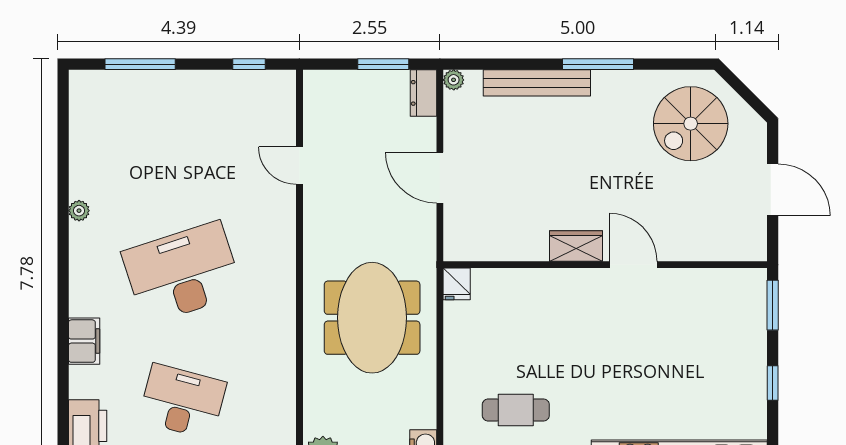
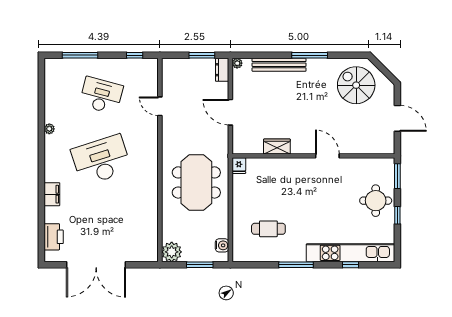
spiral stairs: (691, 124) -> (356, 85), turned 90
wardrobe: (576, 246) -> (277, 147), moved
round table: (730, 354) -> (376, 201), added
desk: (182, 401) -> (101, 95), moved

